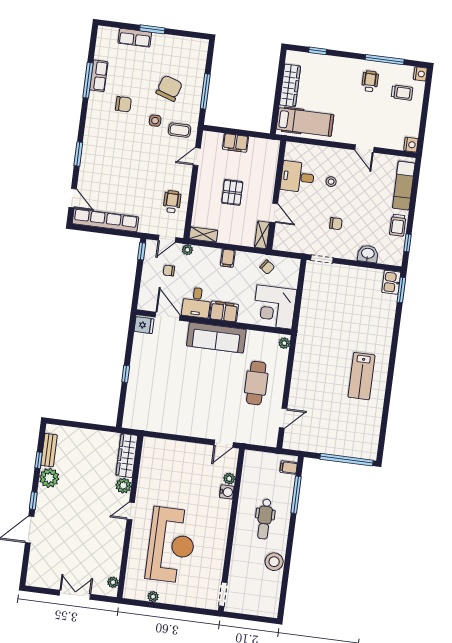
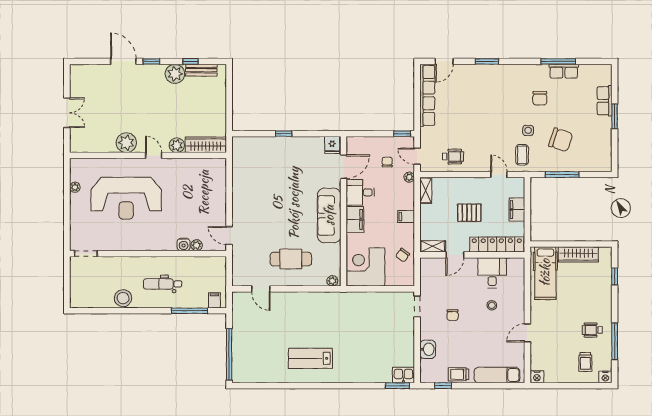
wheelchair: (370, 81) -> (592, 330), turned 180
locker: (269, 168) -> (497, 245), added
plant: (113, 582) -> (126, 143), moved, width x1.87, depth x1.87

